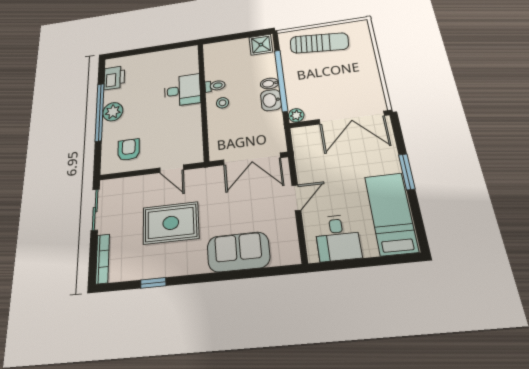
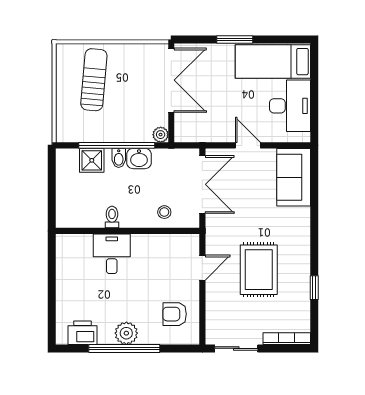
sun lounger: (319, 43) -> (94, 80), moved
shower: (261, 45) -> (92, 160), moved
stool: (223, 103) -> (164, 212), moved
desk: (338, 238) -> (290, 106), width x1.37
sofa: (238, 252) -> (294, 177), moved

